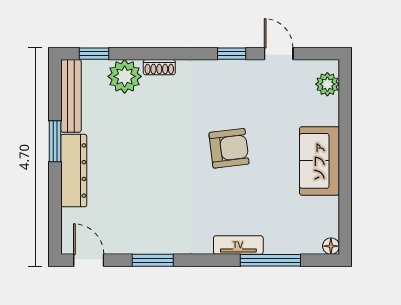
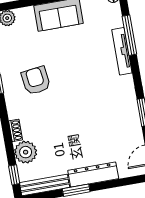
armchair: (229, 148) -> (36, 81), moved
tv unit: (238, 245) -> (122, 51), width x1.41

